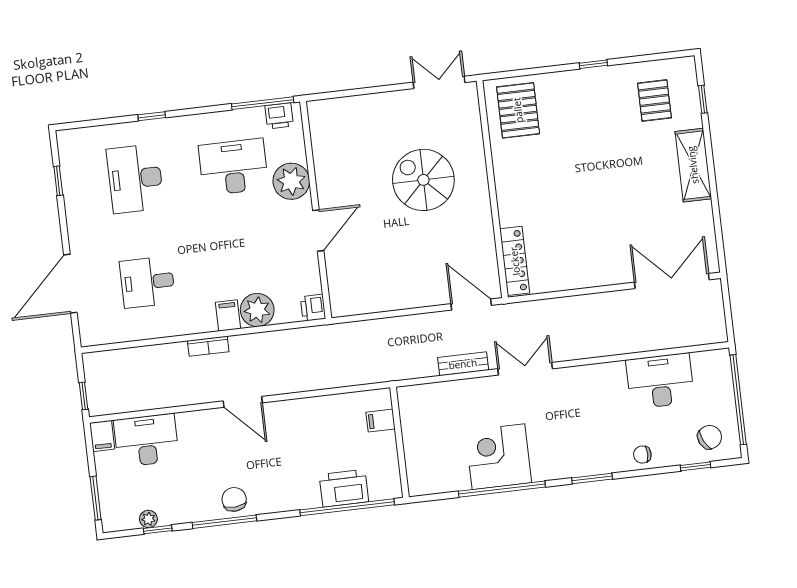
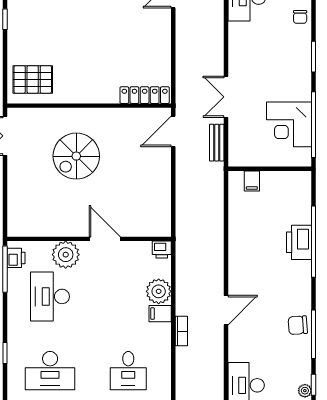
filing cabinet: (381, 421) -> (252, 181), moved
wall: (400, 442) -> (270, 169), moved

